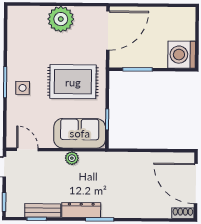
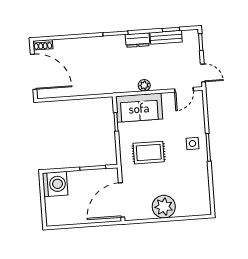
rug: (73, 82) -> (149, 153), width x0.73, depth x0.70
door: (27, 149) -> (184, 90), hinge flipped
dresser: (81, 210) -> (137, 40), width x0.70

